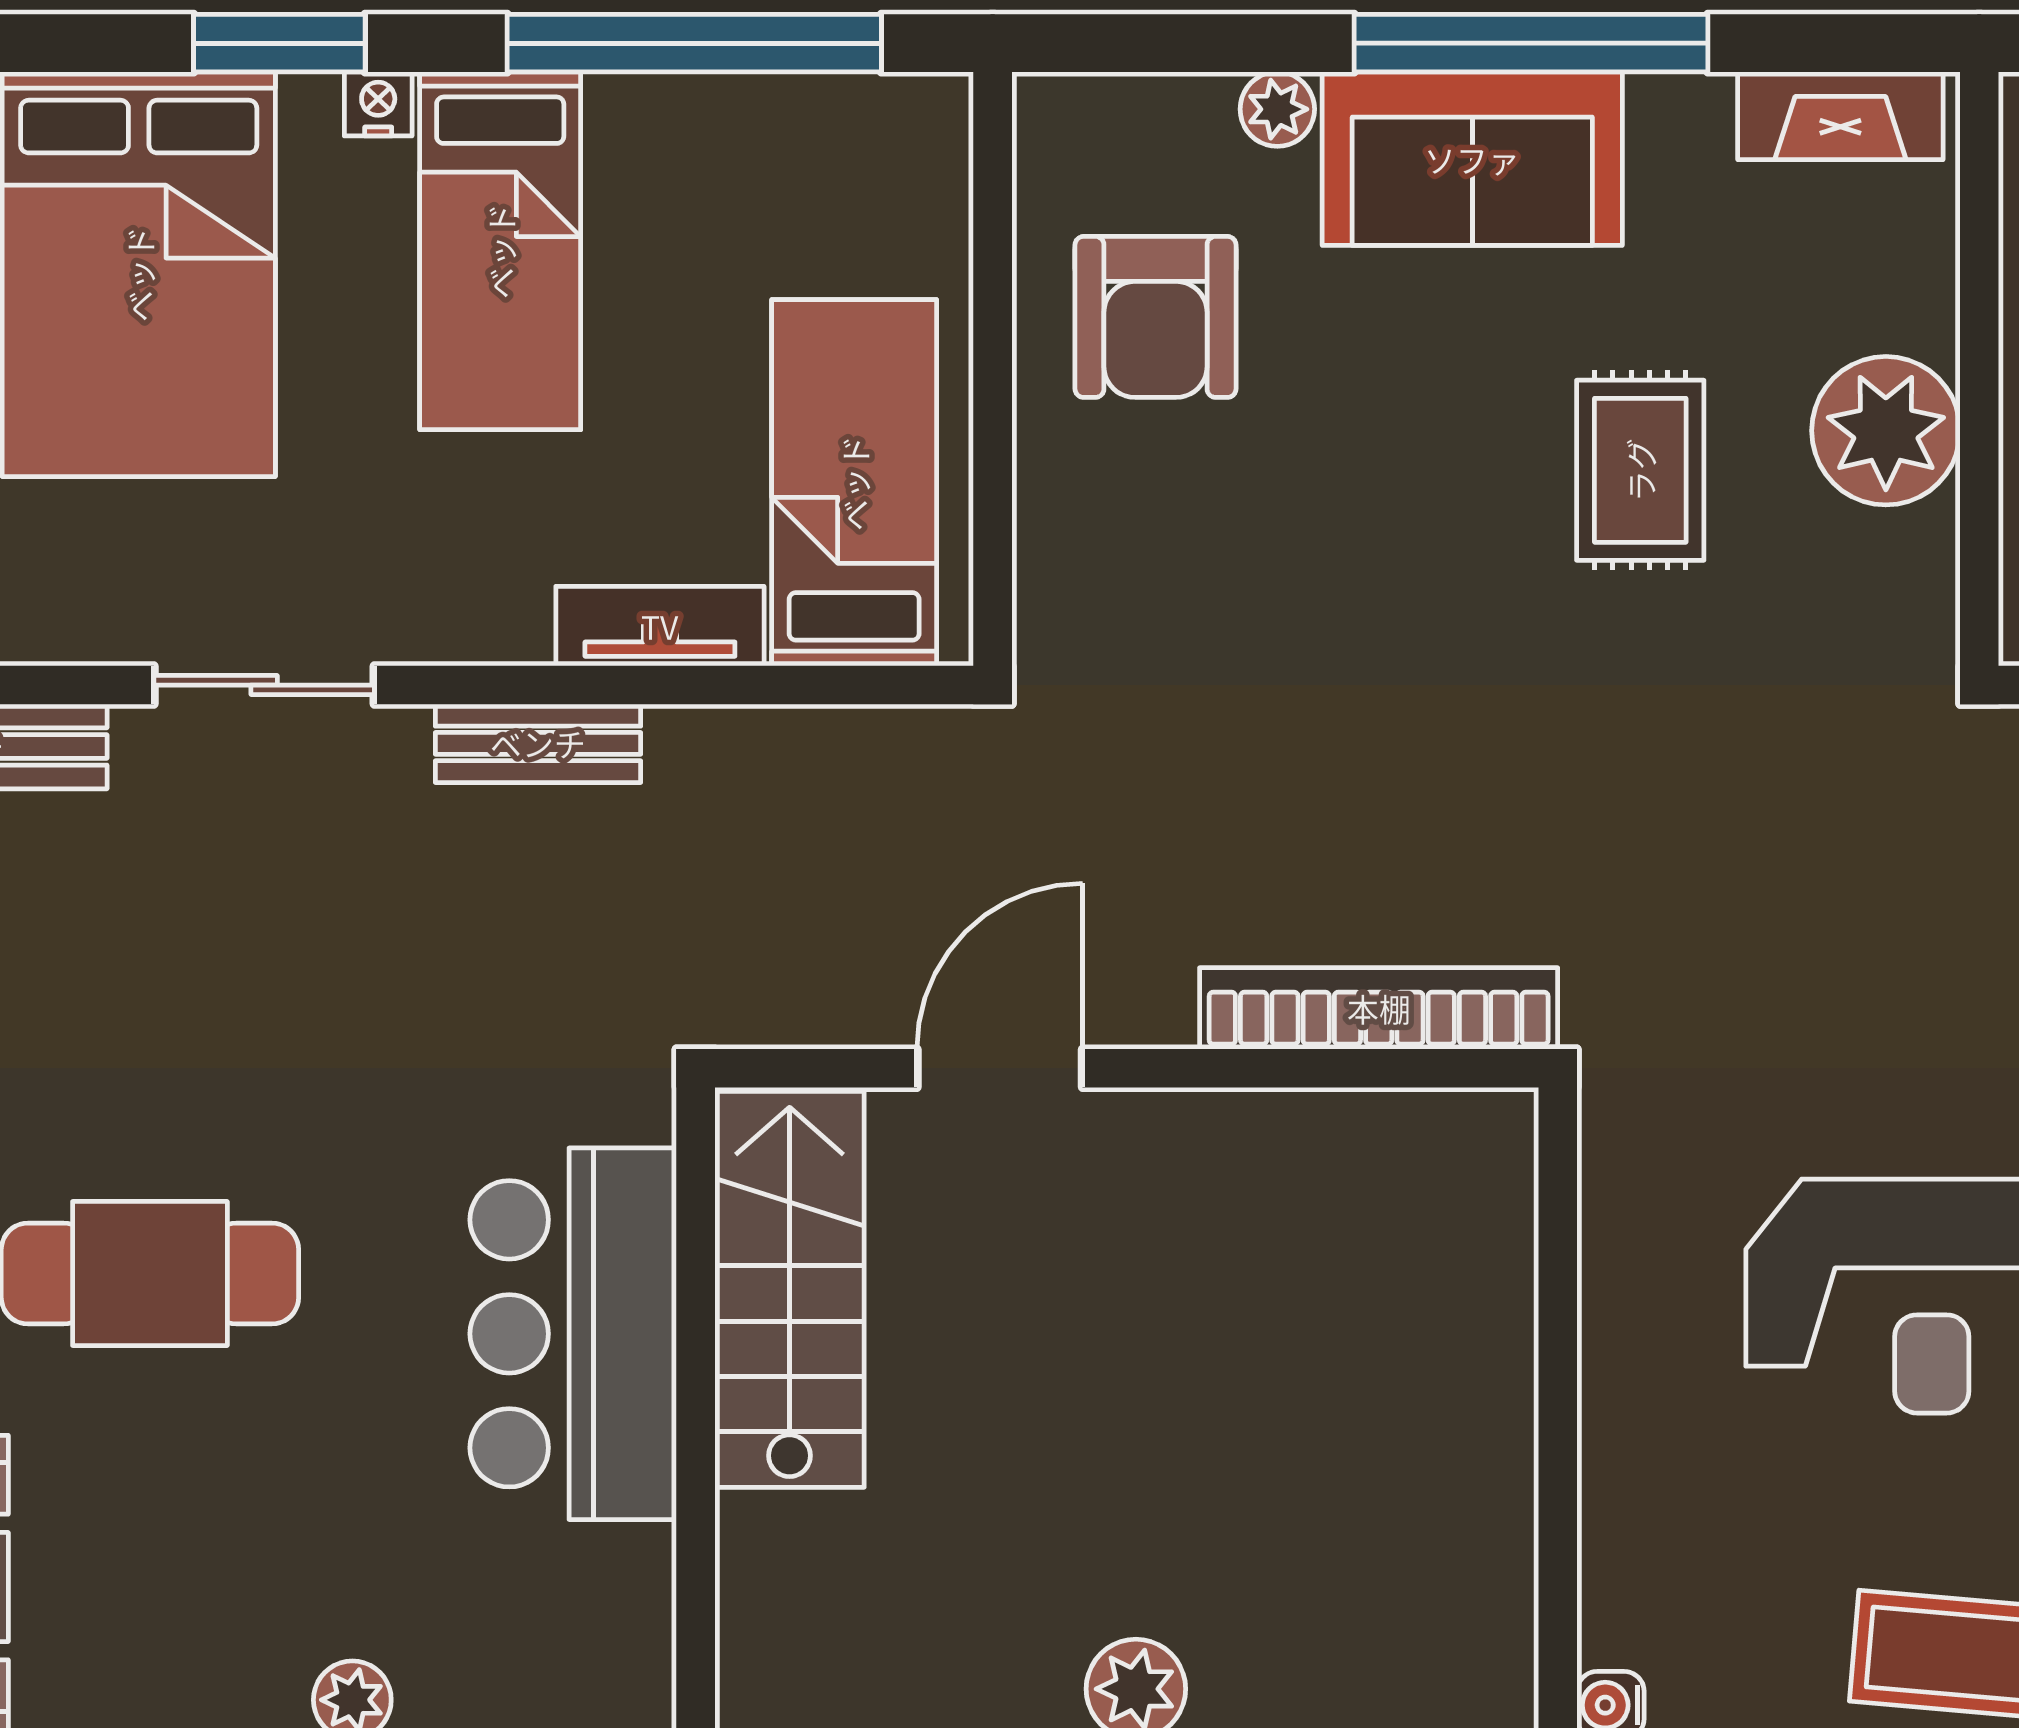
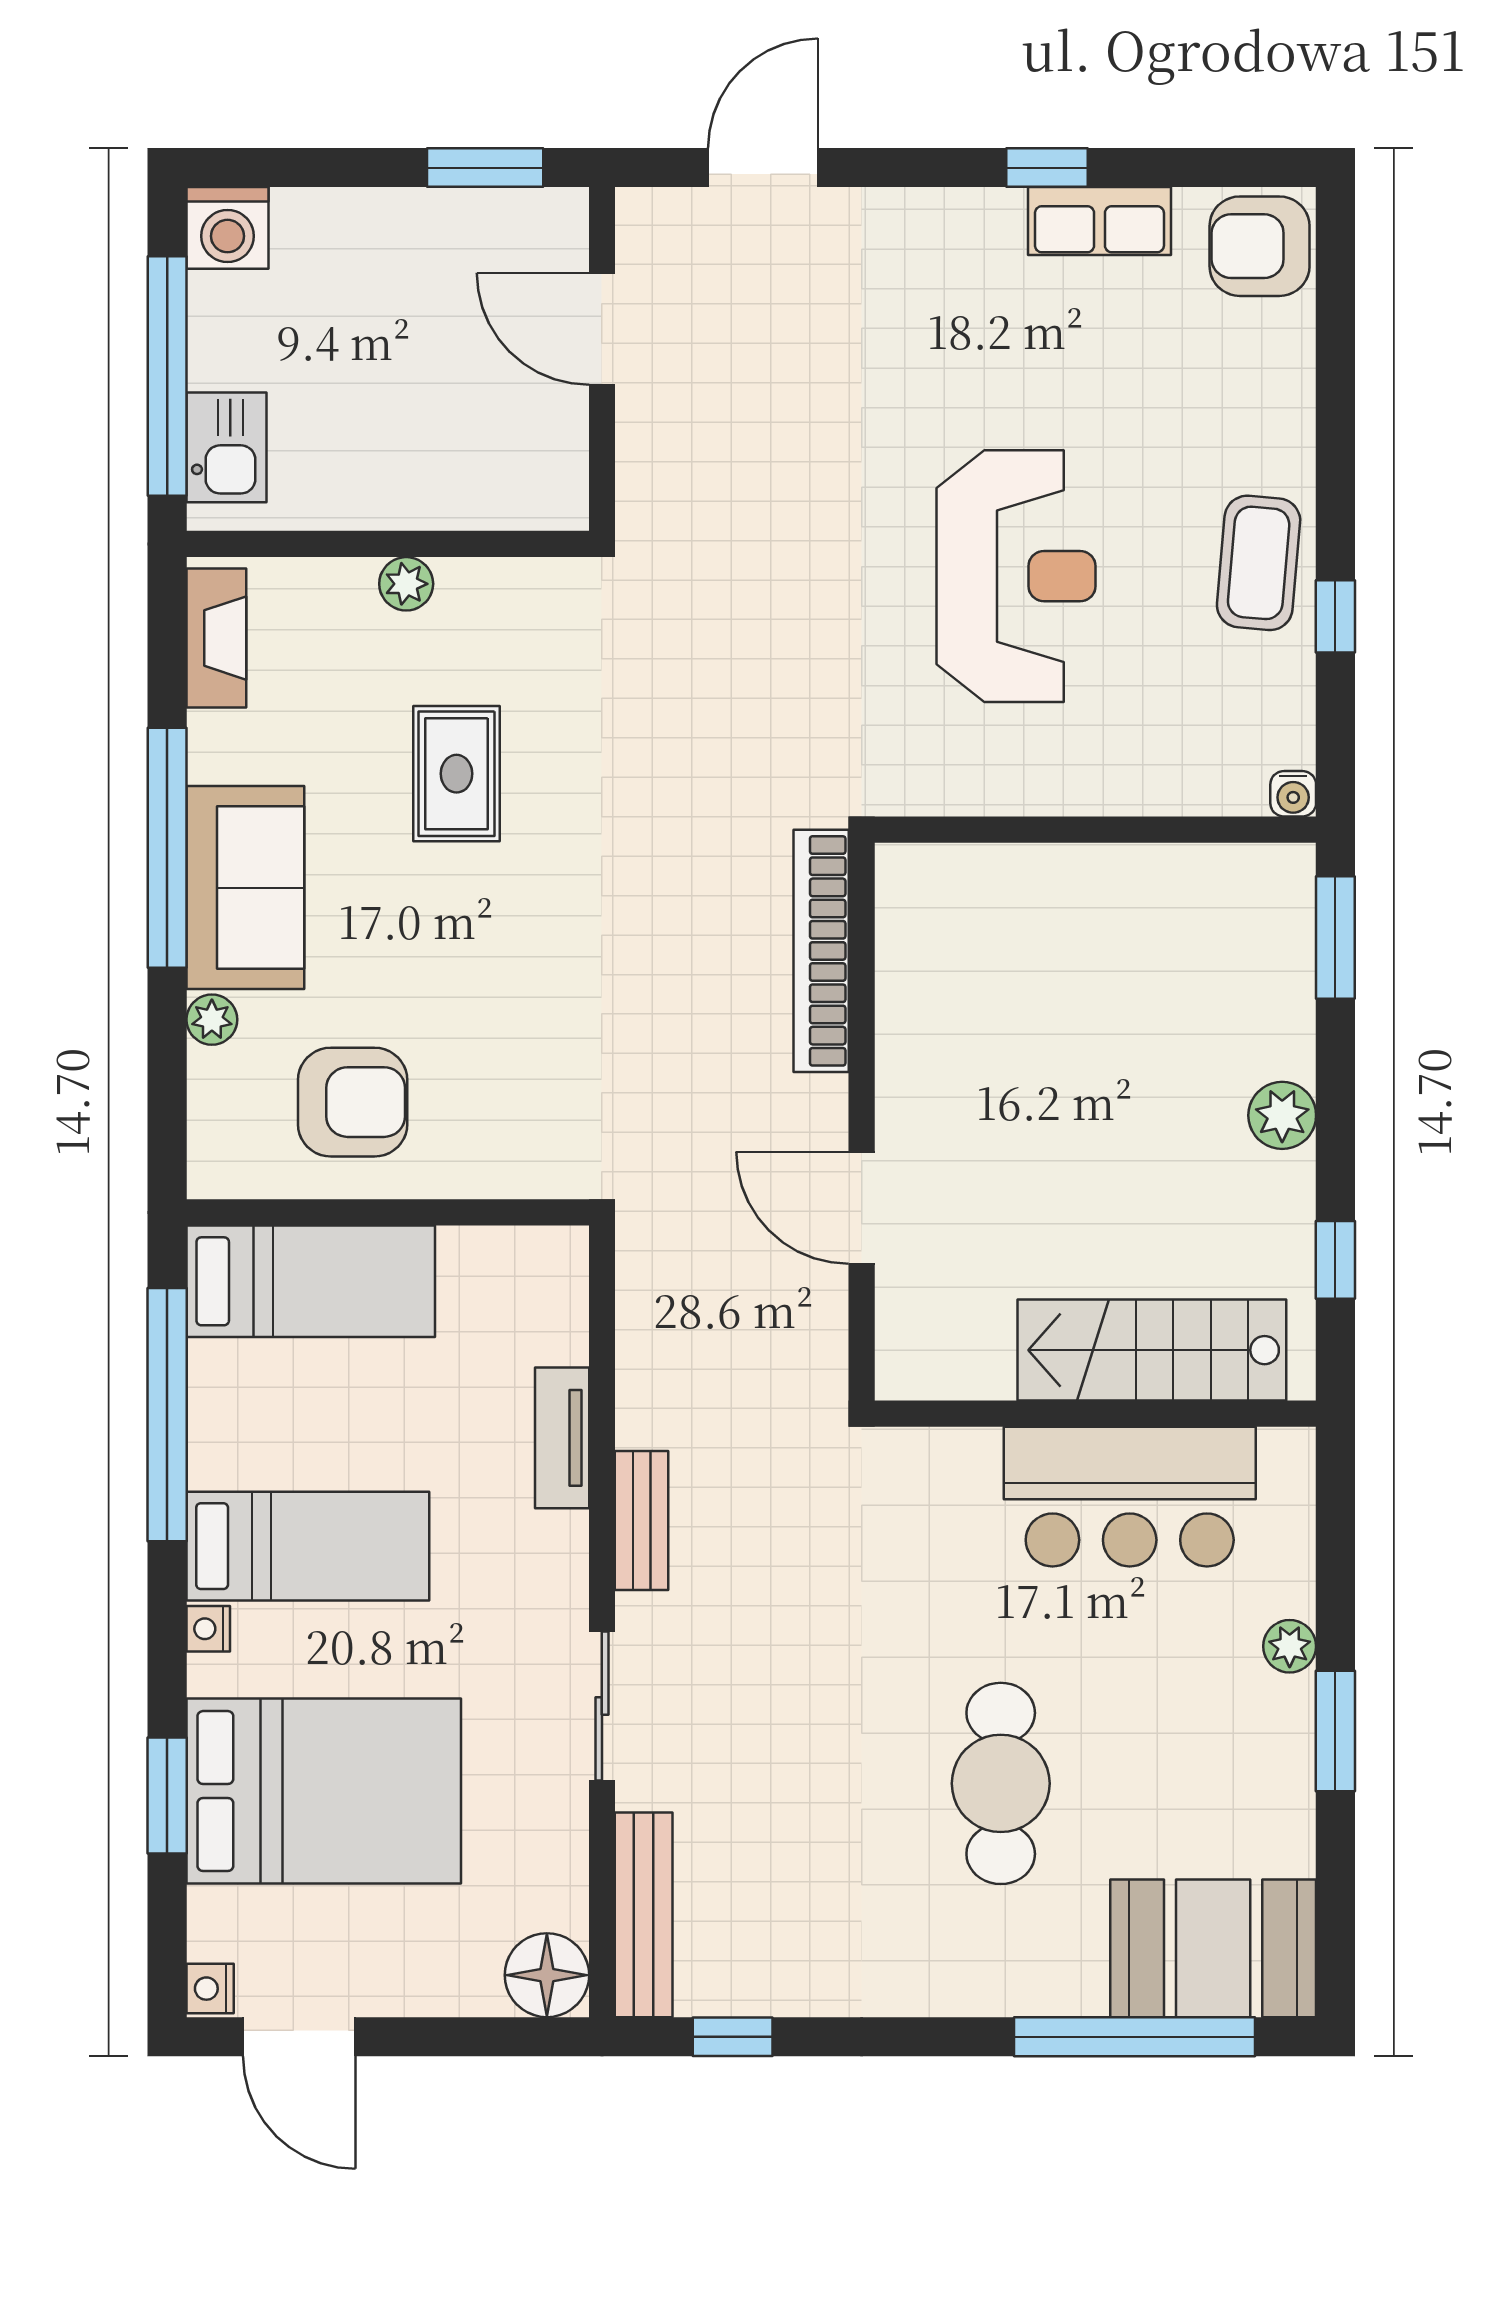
window: (279, 43) -> (167, 1795), moved
plant: (1886, 431) -> (406, 584), width x0.53, depth x0.53
rug: (1640, 470) -> (457, 774), turned 90
bed: (854, 483) -> (311, 1281), moved, turned 180
stairs: (790, 1289) -> (1152, 1350), moved
bar counter: (573, 1334) -> (1130, 1497), moved

